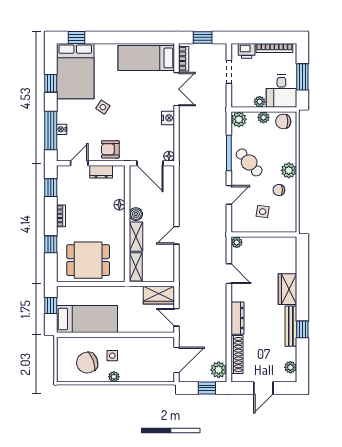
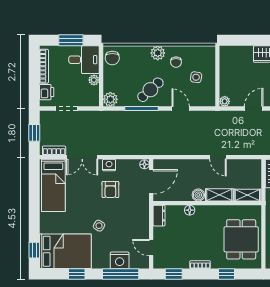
double door: (177, 89) -> (82, 157), swing flipped
plant: (263, 117) -> (109, 76), removed
nightstand: (62, 129) -> (120, 260), width x1.89, depth x1.79
armchair: (110, 149) -> (110, 189), moved
dresser: (101, 172) -> (159, 216), moved

